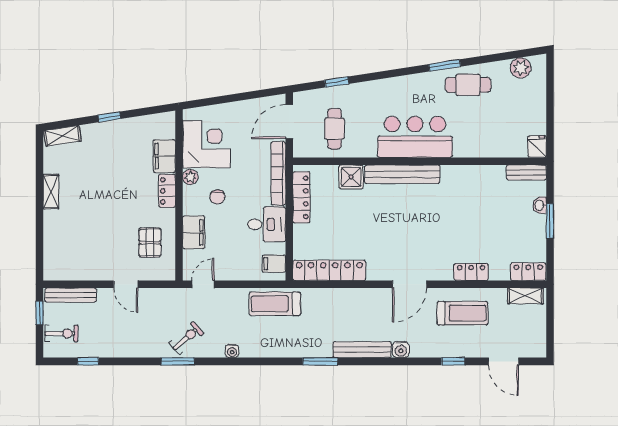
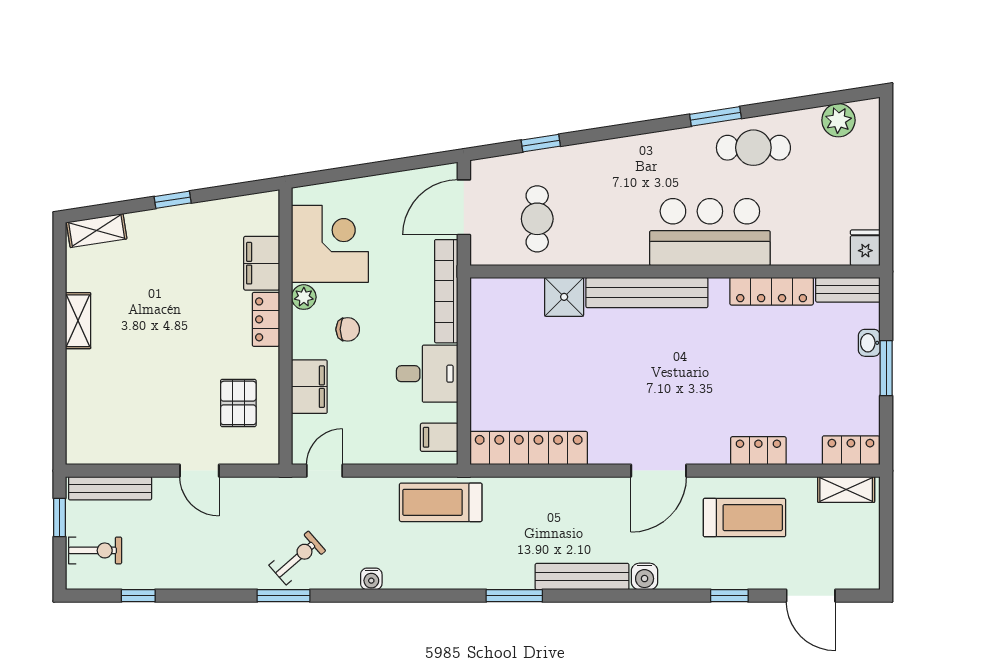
bar counter: (415, 137) -> (710, 232), moved
chair: (217, 197) -> (348, 329), turned -90
locker: (301, 197) -> (772, 291), moved, turned 90

